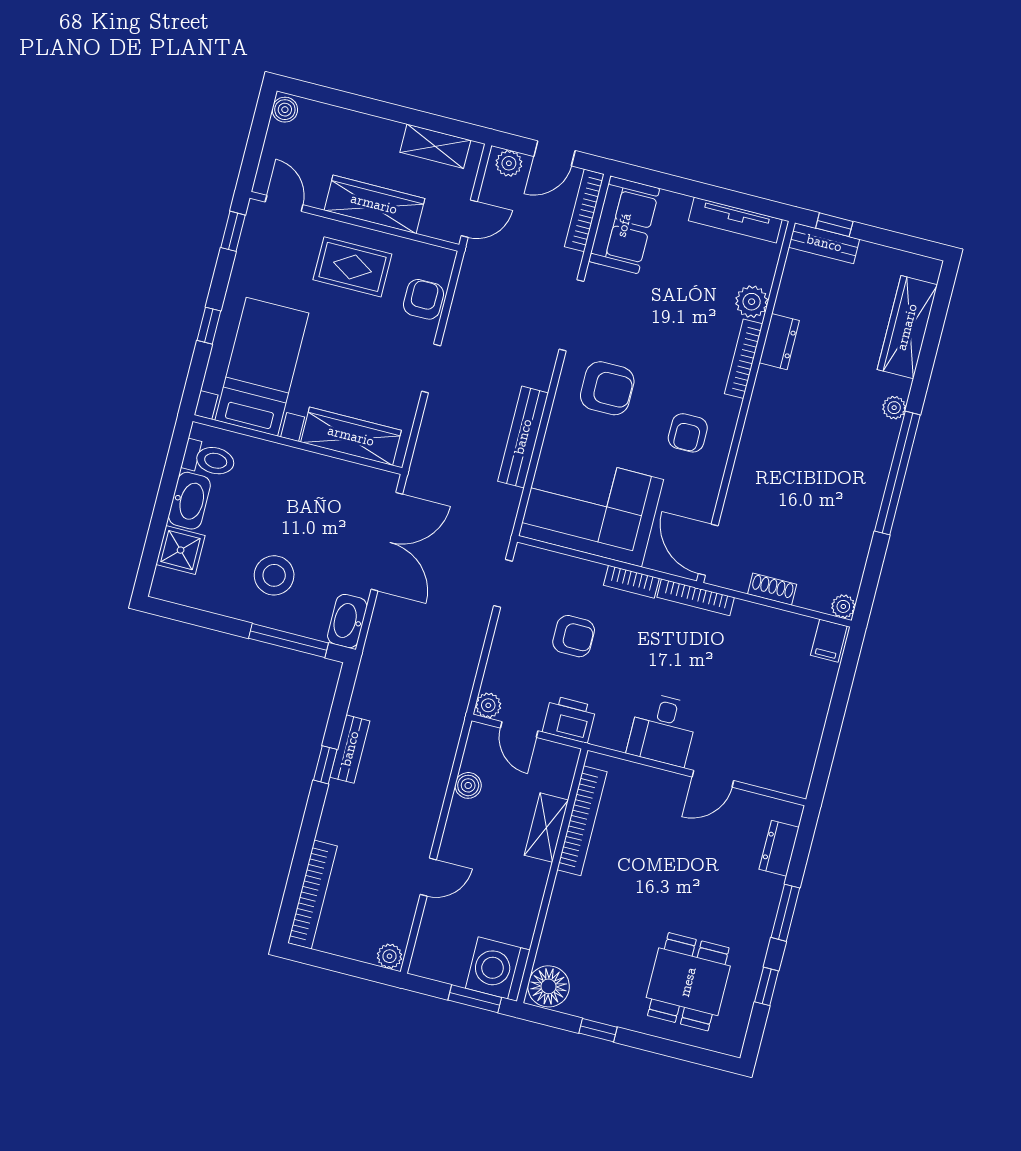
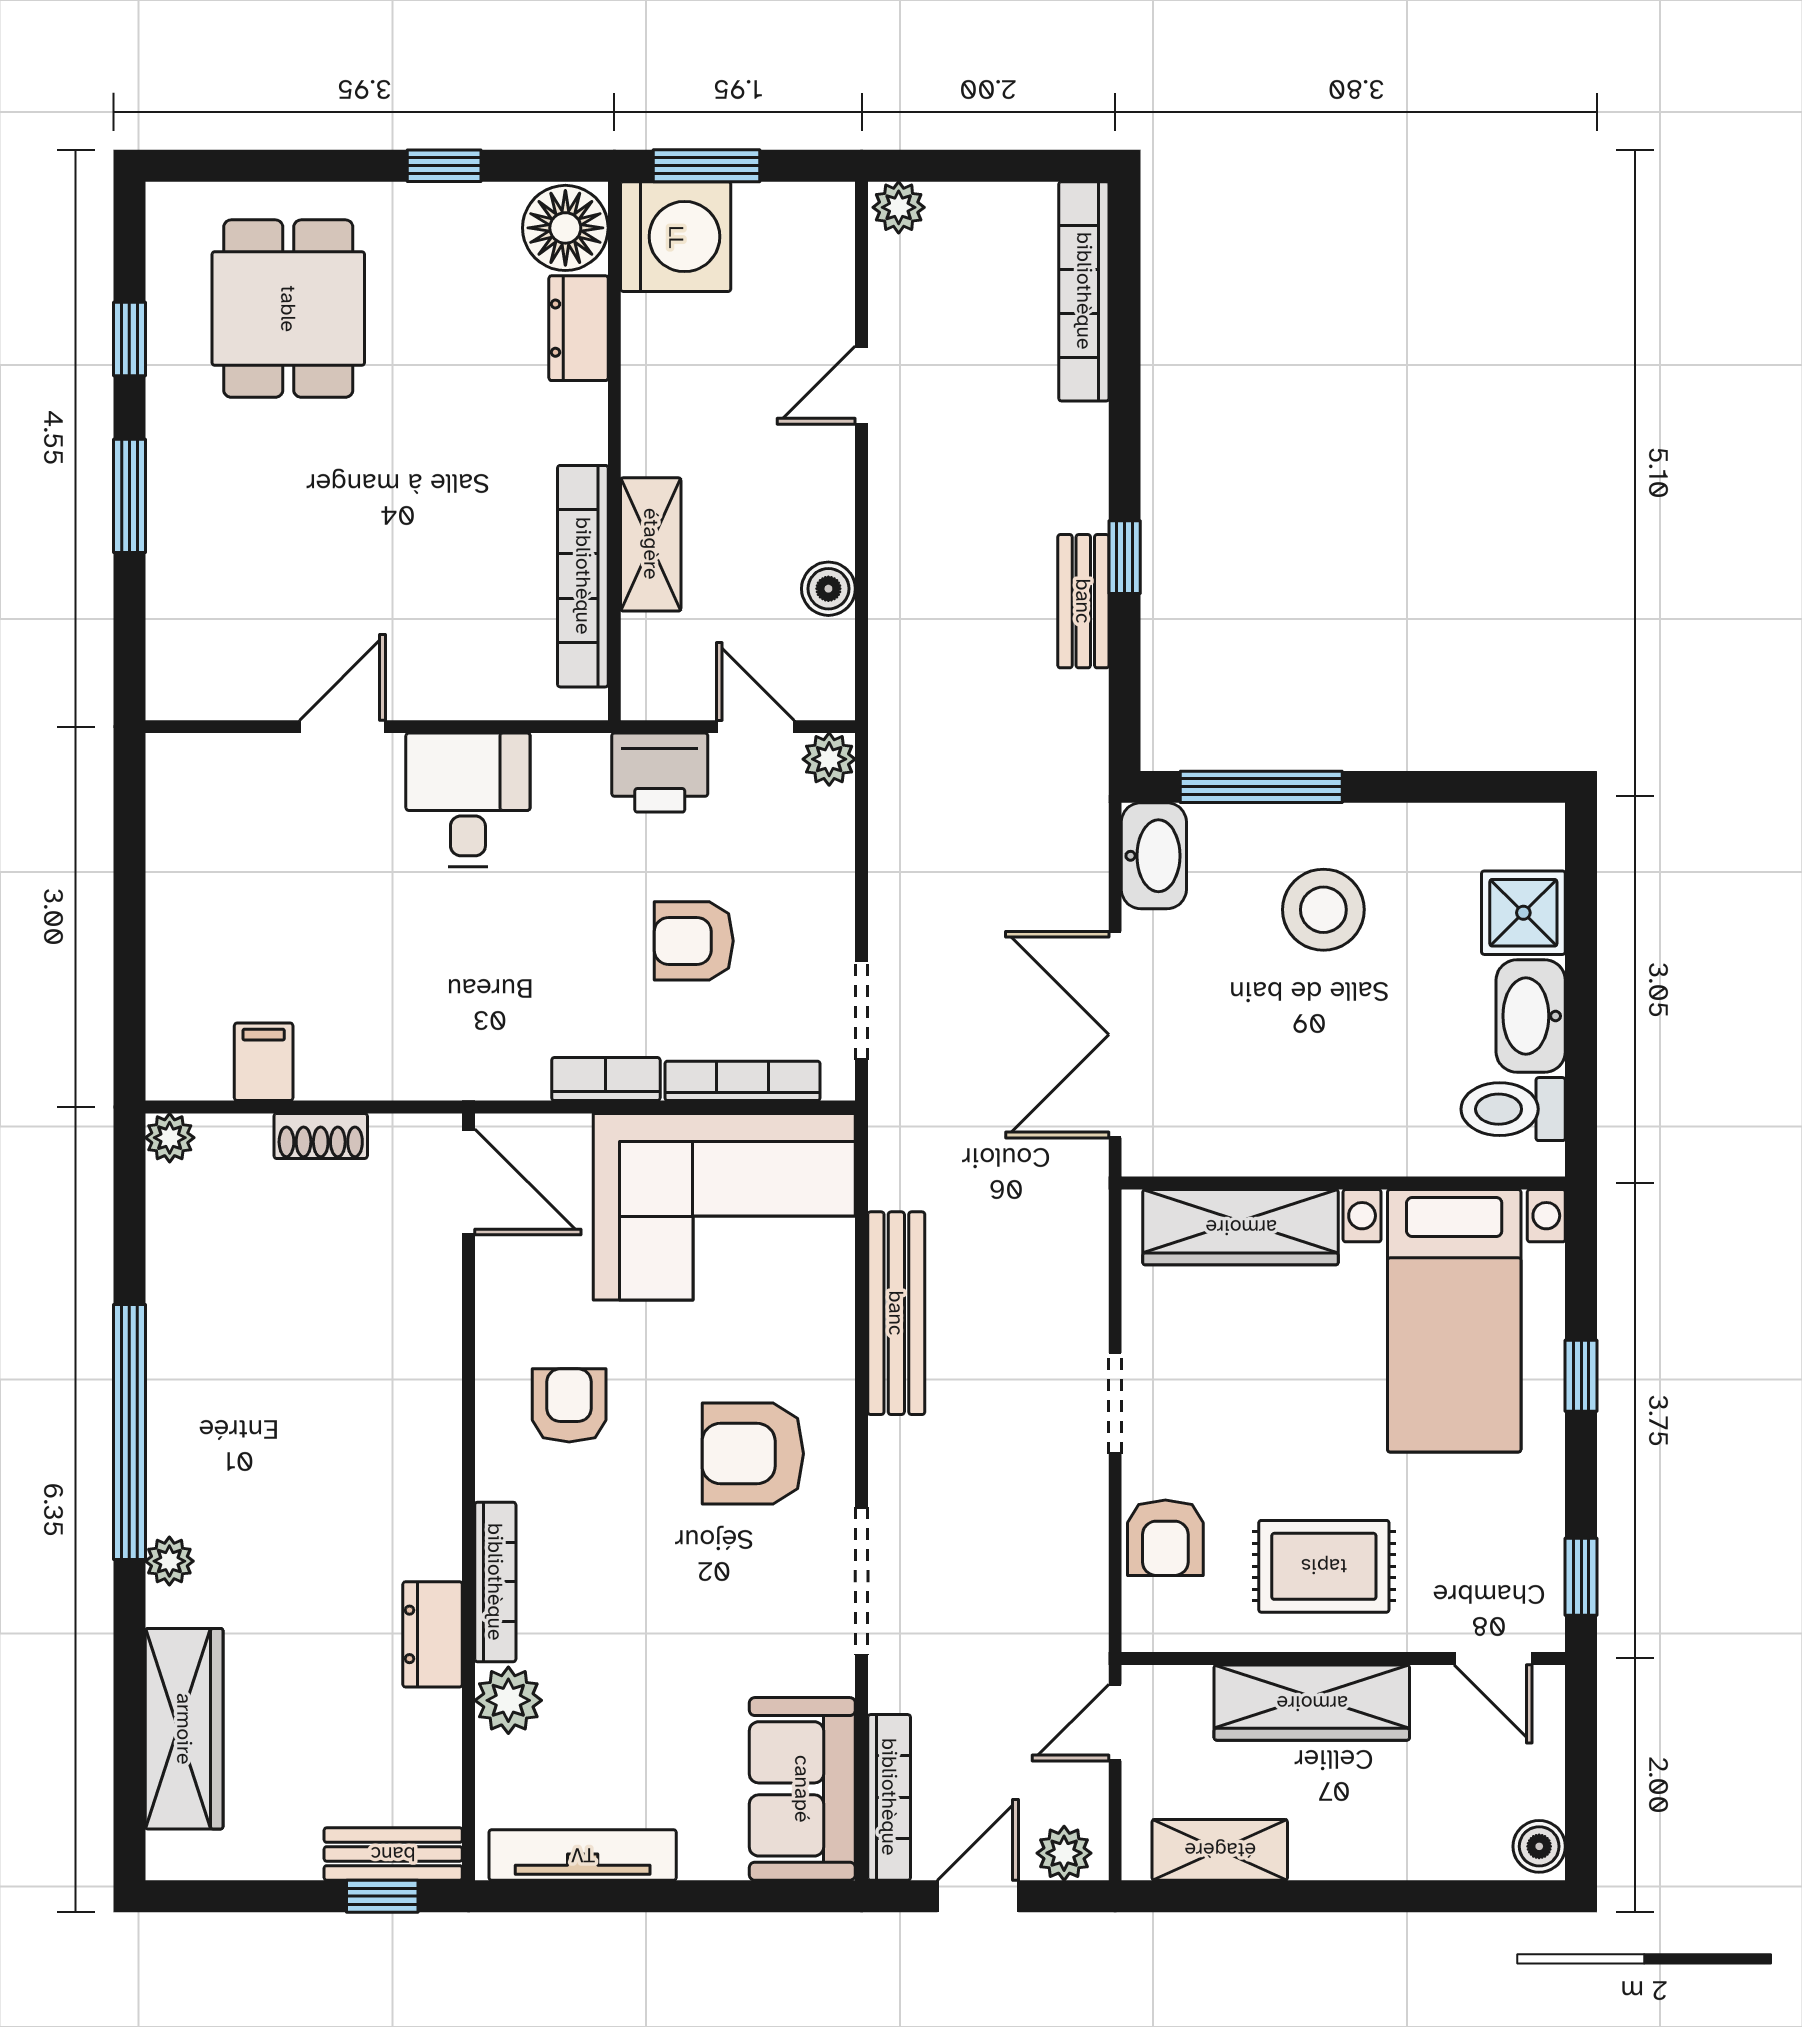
bookcase: (696, 597) -> (742, 1081), moved
filing cabinet: (829, 641) -> (264, 1062), moved
dresser: (779, 848) -> (578, 328), moved, turned 180

